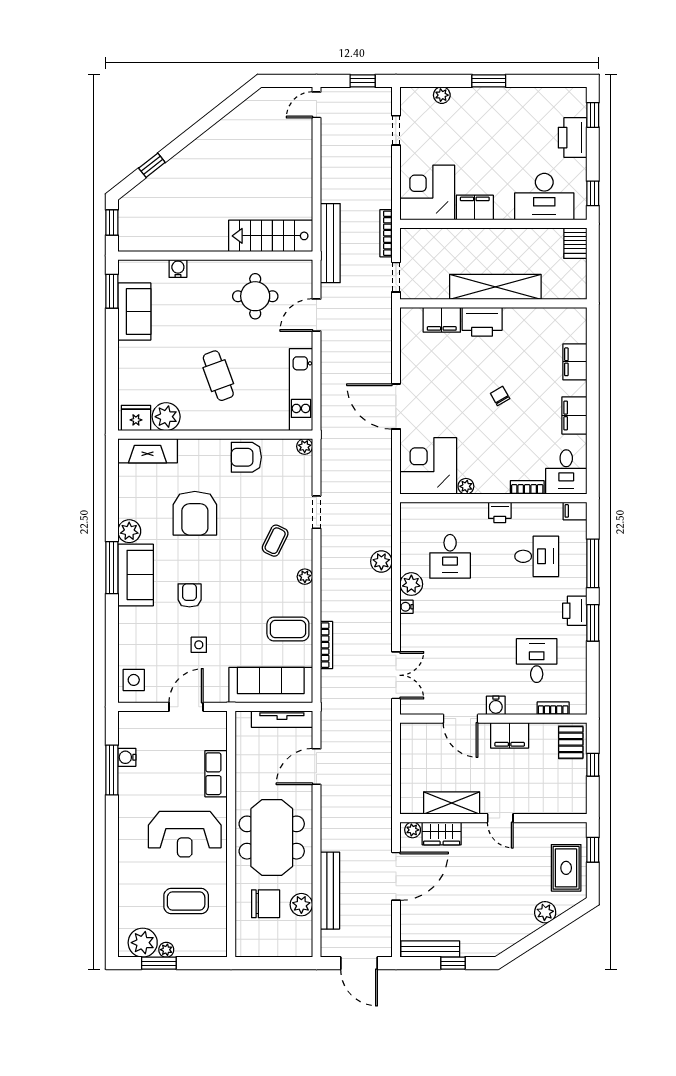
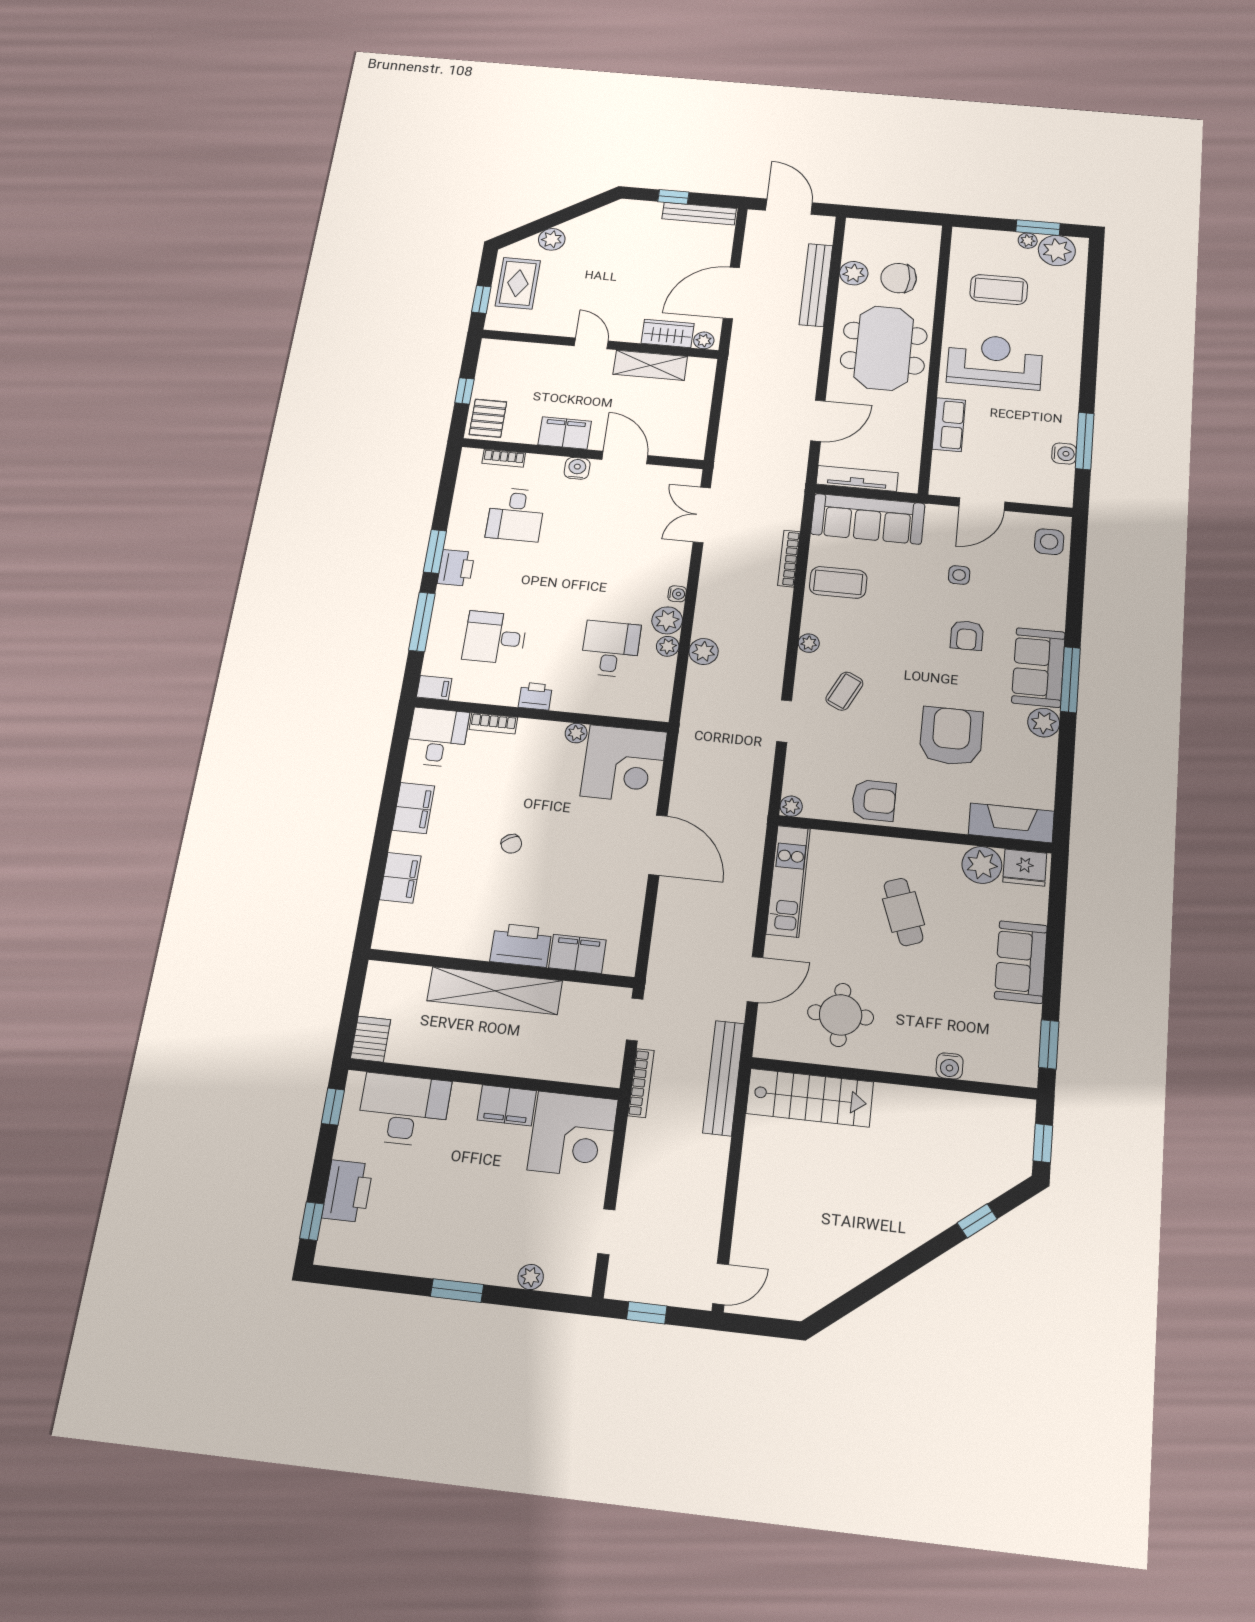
sofa: (134, 311) -> (1021, 962), moved
plant: (408, 563) -> (668, 646), added

